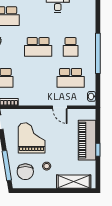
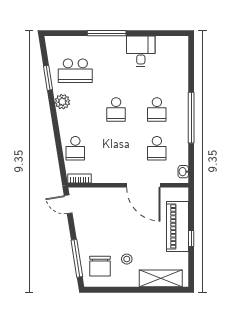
school desk: (38, 47) -> (116, 110), width x0.54
school desk: (71, 78) -> (157, 148), width x0.54
door: (60, 107) -> (143, 185), width x1.88
grand piano: (32, 138) -> (108, 224), removed

